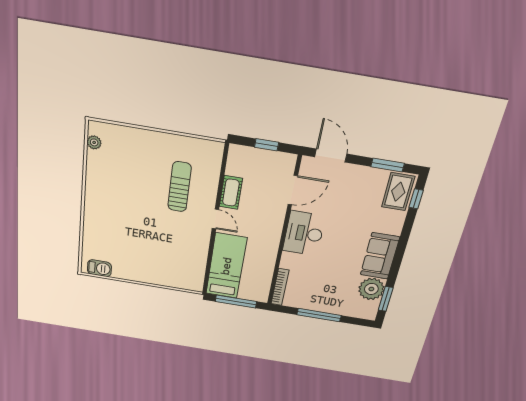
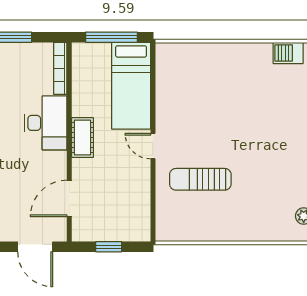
sun lounger: (180, 187) -> (200, 179), turned 90
cot: (231, 193) -> (83, 138), moved
desk: (304, 233) -> (46, 123), moved

